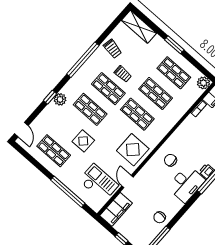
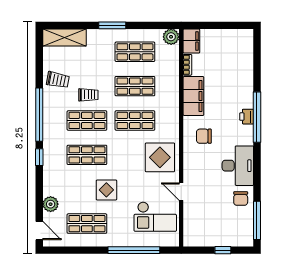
window: (50, 97) -> (39, 157), moved
plant: (60, 99) -> (51, 204), moved
checkout: (99, 183) -> (155, 217), turned 180
desk: (186, 184) -> (238, 166), moved
filing cabinet: (116, 209) -> (193, 96), moved

